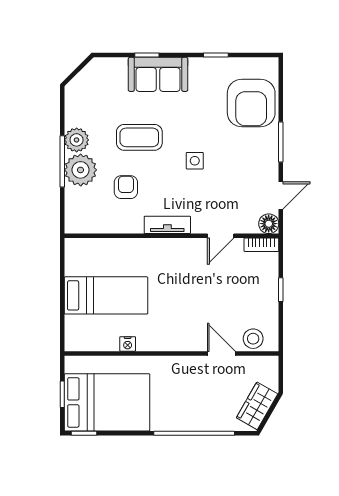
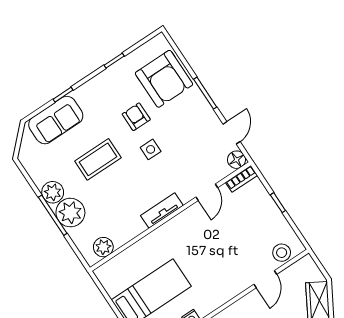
sofa: (158, 74) -> (56, 120), moved
armchair: (126, 187) -> (136, 117), moved
plant: (90, 223) -> (103, 247), added
door: (221, 353) -> (265, 279), swing flipped

